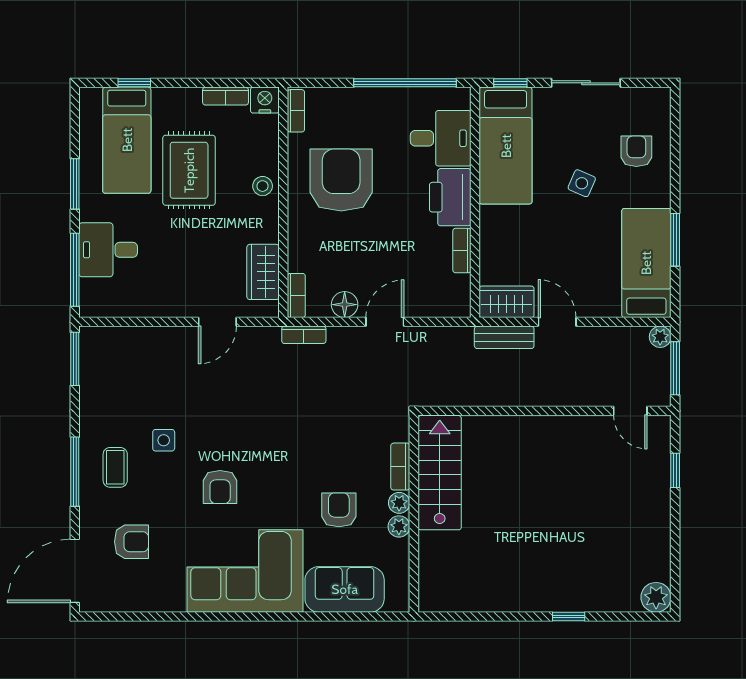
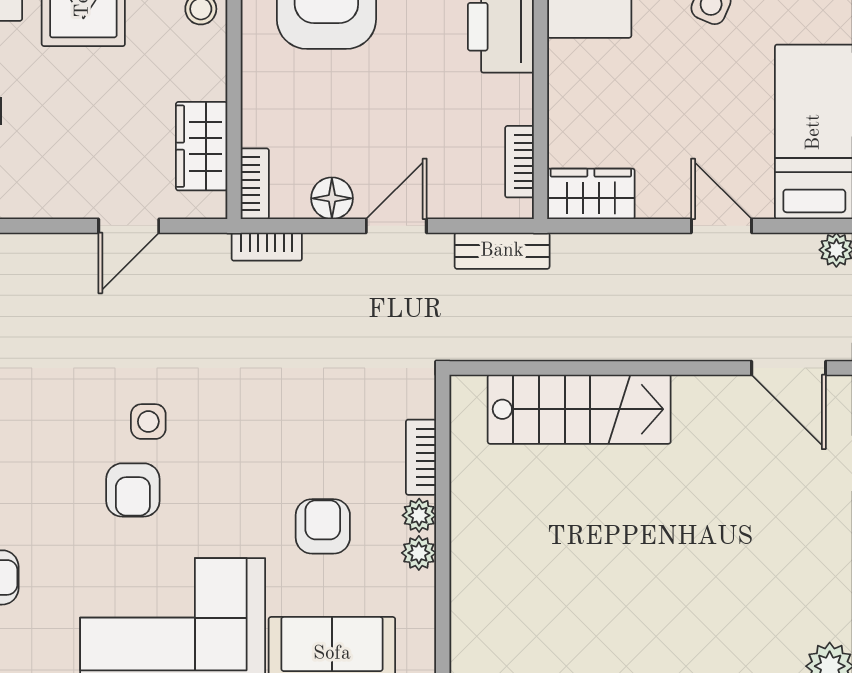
bookcase: (462, 251) -> (519, 162), moved
door: (557, 322) -> (721, 226), moved
bench: (504, 337) -> (502, 251), moved
door: (630, 411) -> (789, 368), width x1.38
side table: (164, 440) -> (148, 422), moved
stairs: (440, 473) -> (579, 409), moved, turned 90

